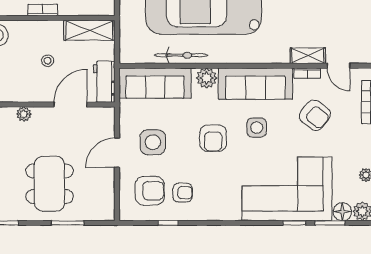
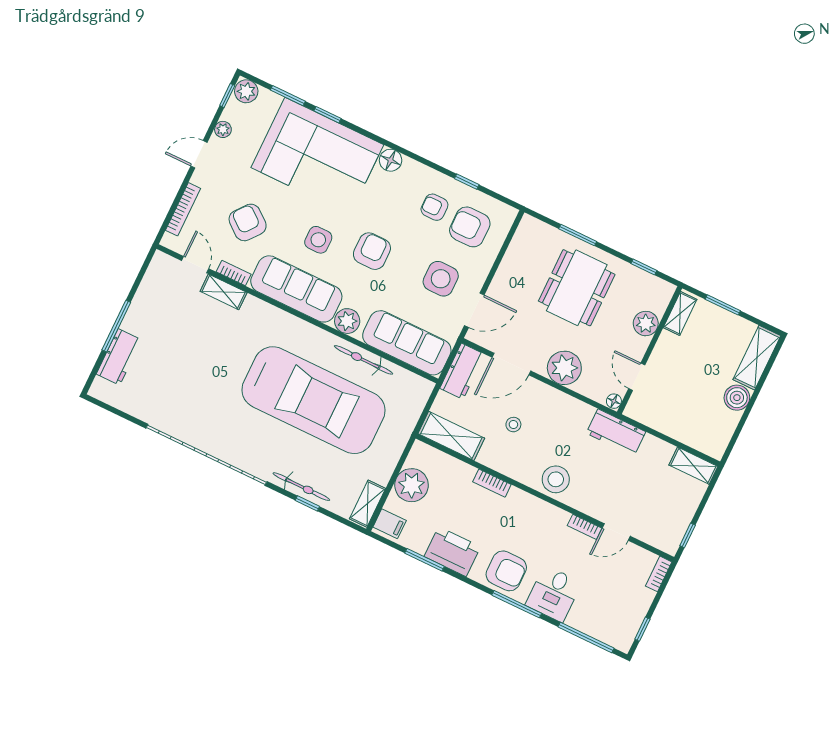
plant: (24, 114) -> (564, 368), width x1.88, depth x1.88
door: (117, 153) -> (474, 310), moved
floor lamp: (342, 212) -> (391, 160), moved

